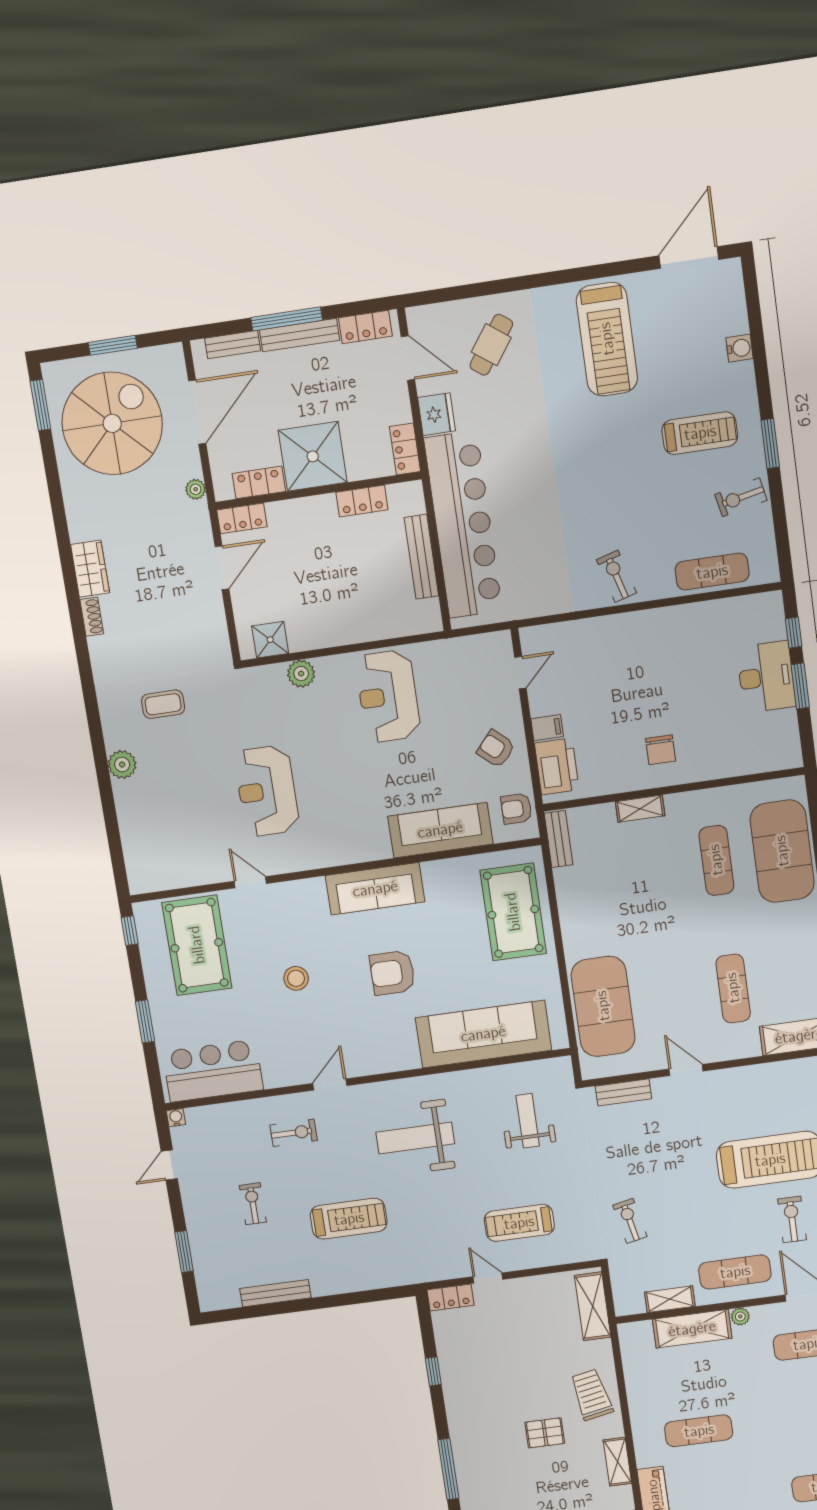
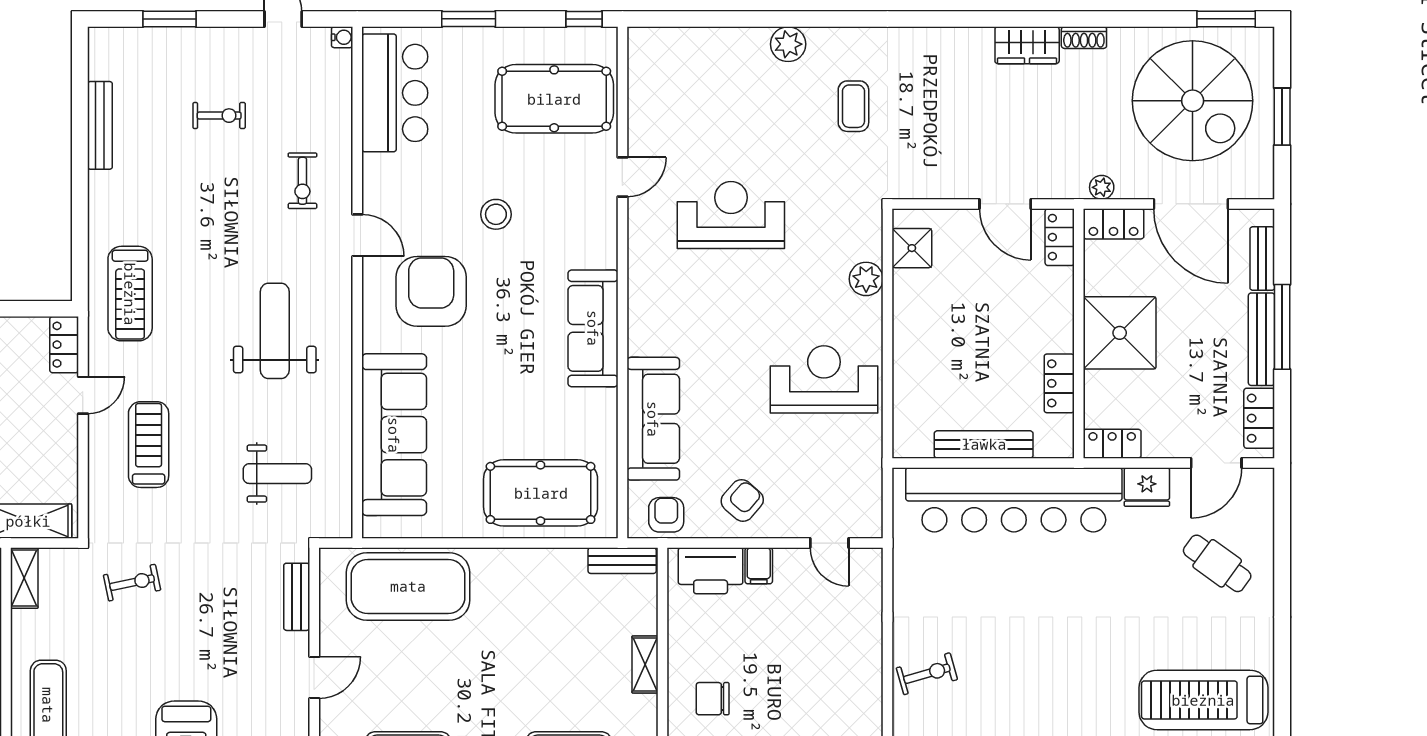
locker: (259, 483) -> (1113, 224), moved, turned 90
shoe rack: (92, 617) -> (1084, 38), moved
armchair: (392, 973) -> (431, 291), moved, width x1.36, depth x1.36
treadmill: (349, 1219) -> (130, 294), moved
shelving: (670, 1299) -> (24, 578), moved

